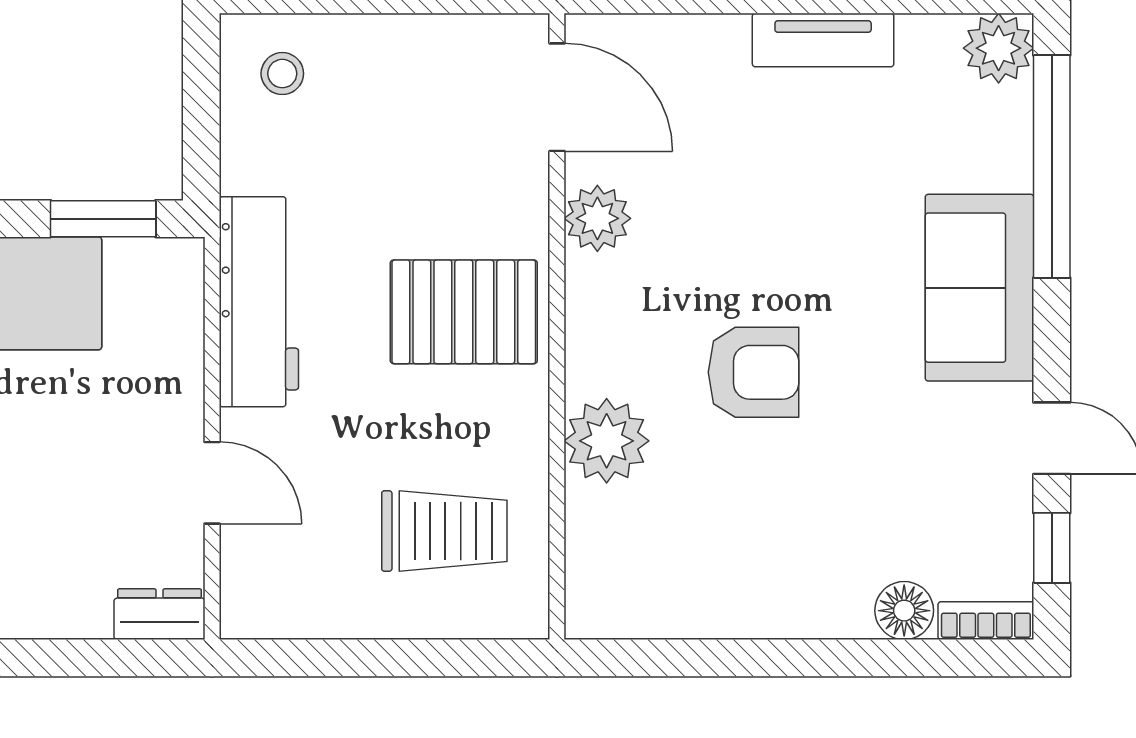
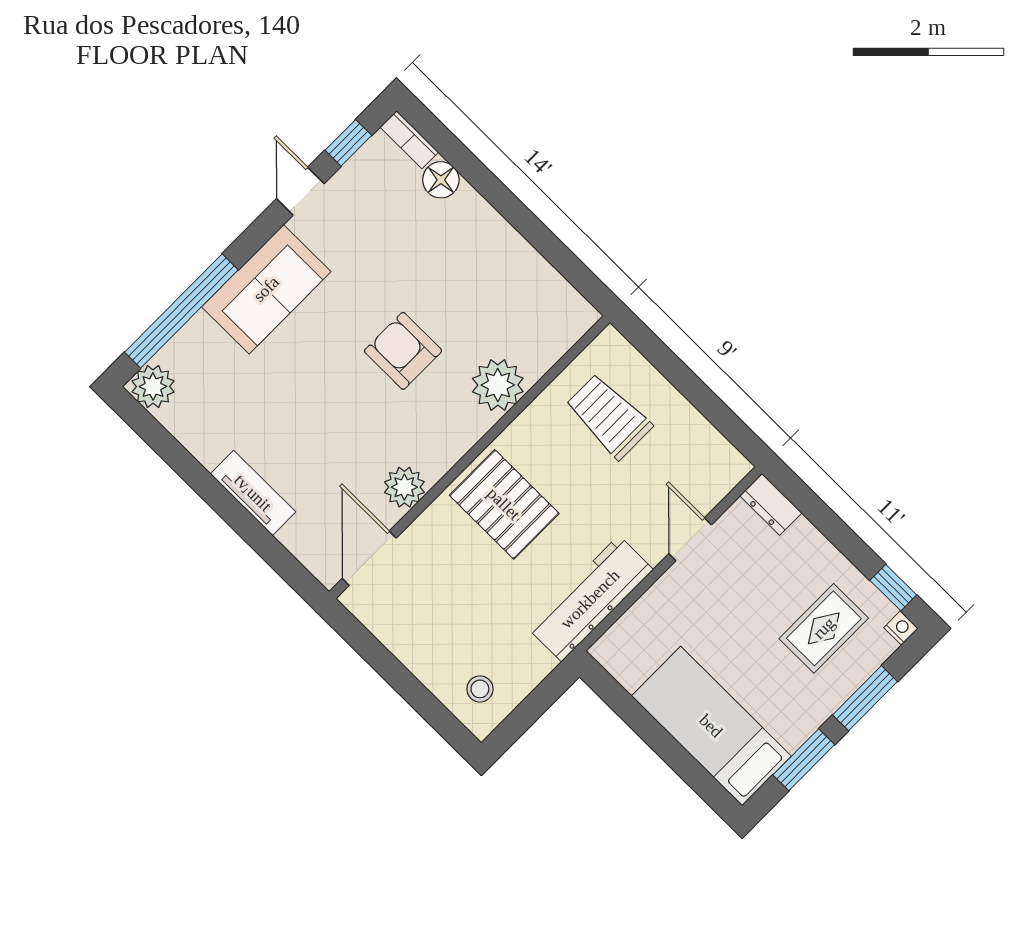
tv unit: (823, 40) -> (253, 493), moved
window: (103, 219) -> (623, 703), removed

